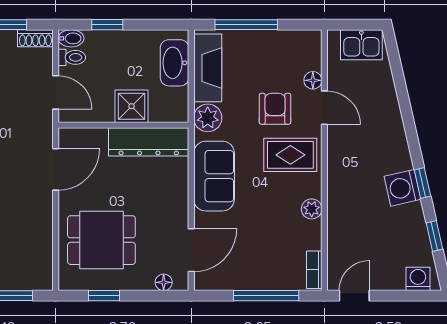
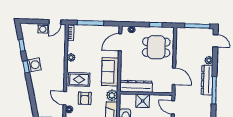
door: (56, 169) -> (174, 76), swing flipped
washing machine: (418, 279) -> (43, 28), moved

